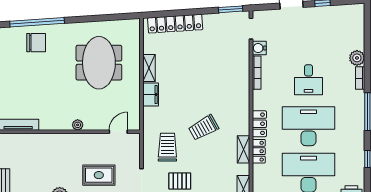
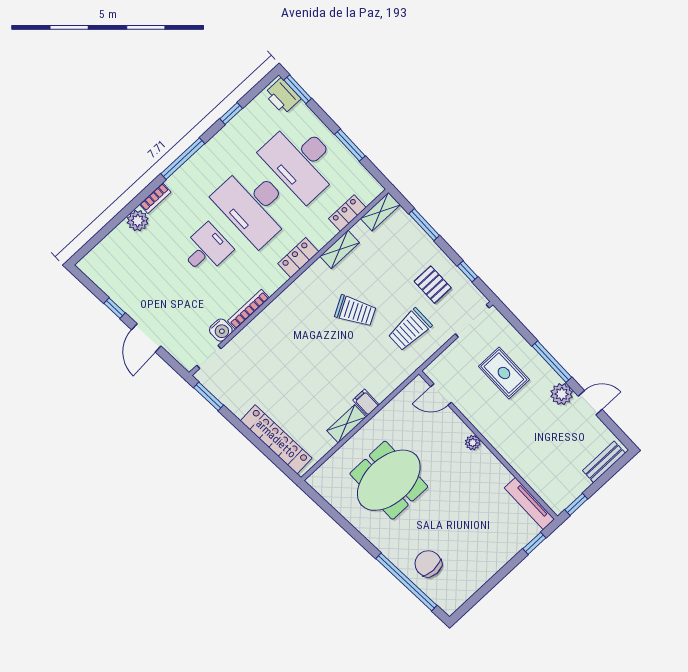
filing cabinet: (151, 94) -> (366, 402), width x0.50
locker: (259, 151) -> (347, 213), moved

